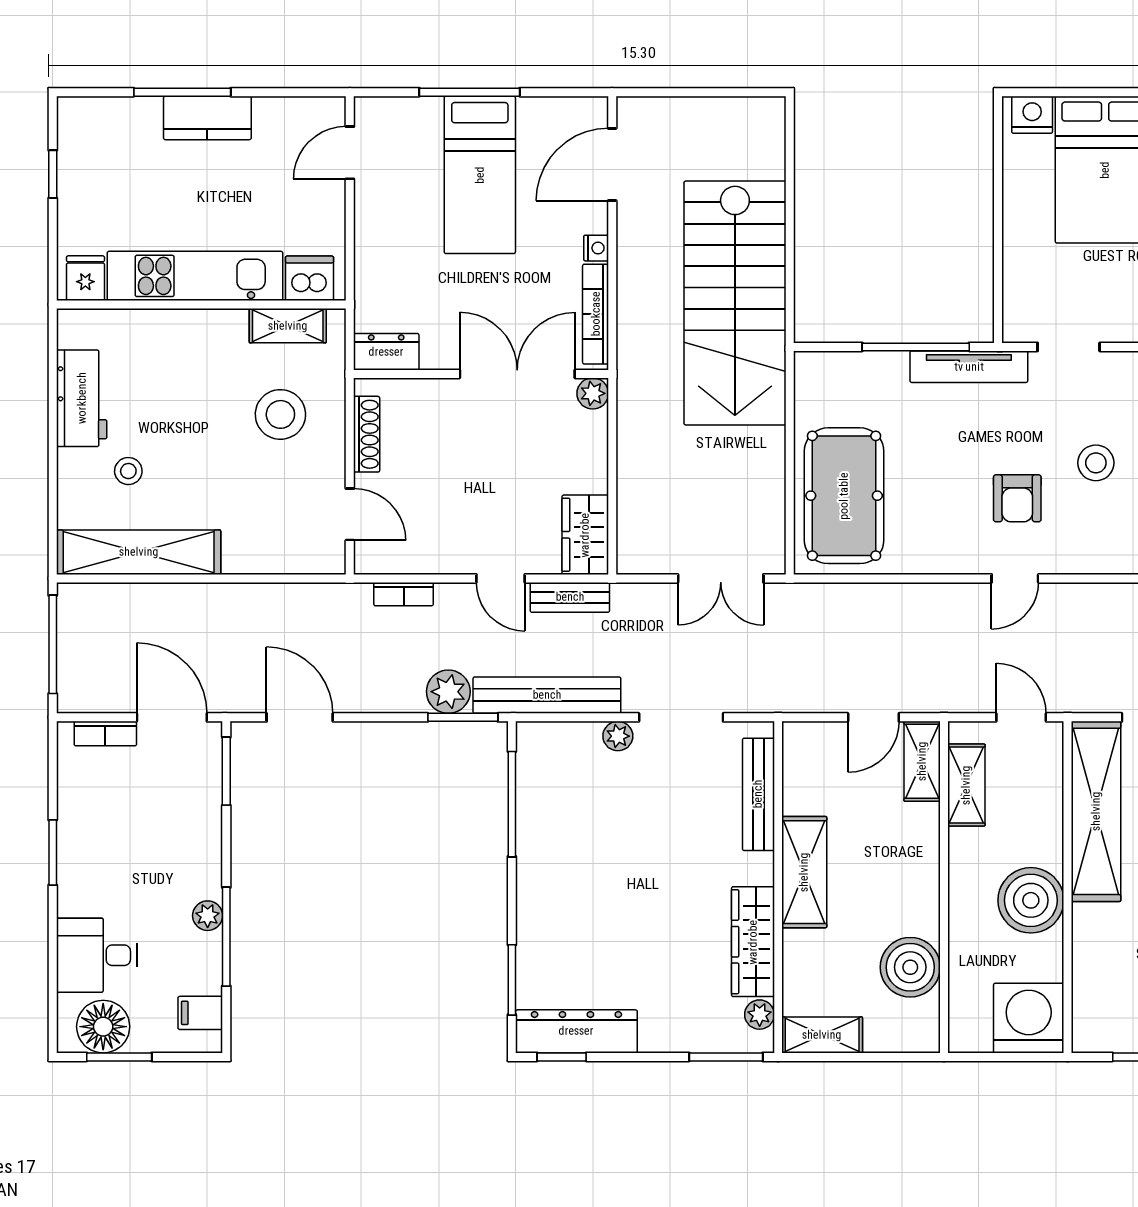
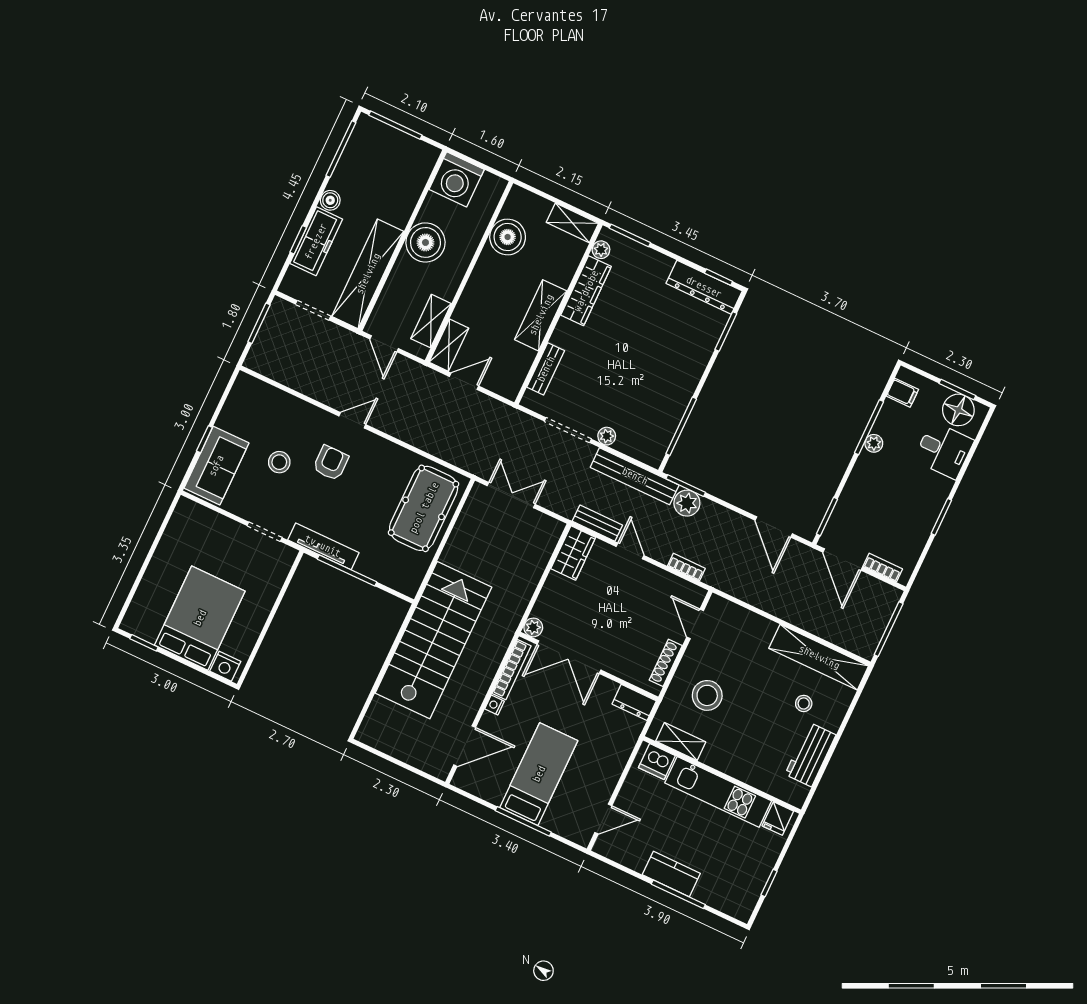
bench: (758, 794) -> (546, 369), width x0.73

